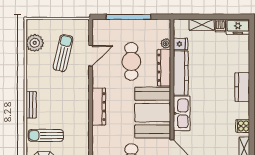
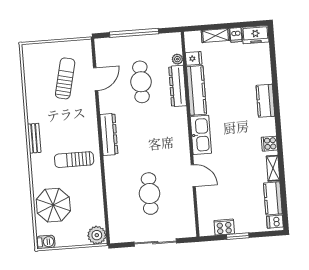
plant: (35, 43) -> (33, 70), removed
booth: (153, 113) -> (169, 137), removed
sun lounger: (46, 135) -> (74, 160), moved

